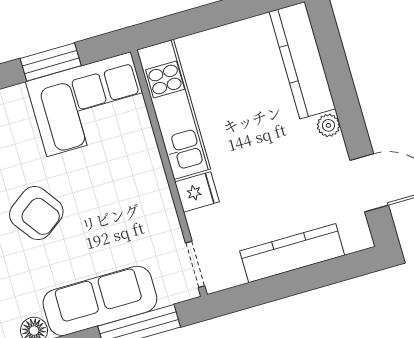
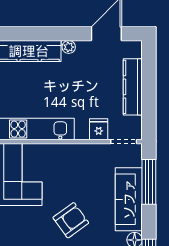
fridge: (197, 192) -> (99, 129), moved

